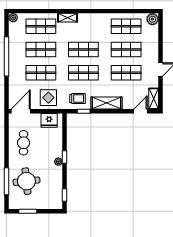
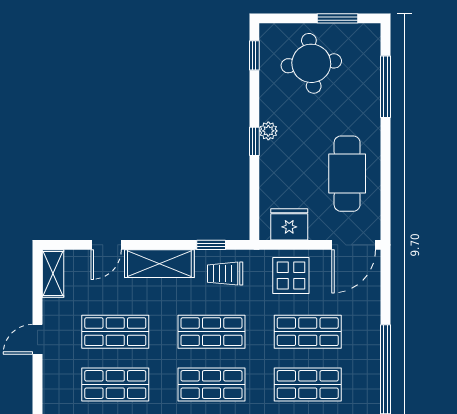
door: (140, 111) -> (106, 245), moved
cafe table: (24, 143) -> (347, 174), width x1.37, depth x1.35
round table: (26, 181) -> (311, 63), moved

